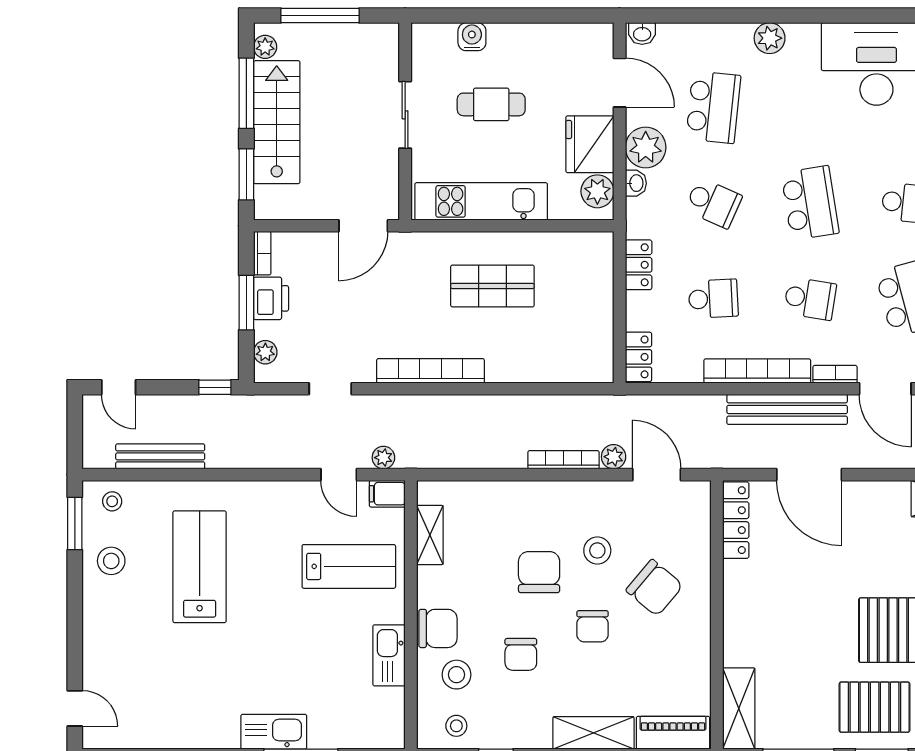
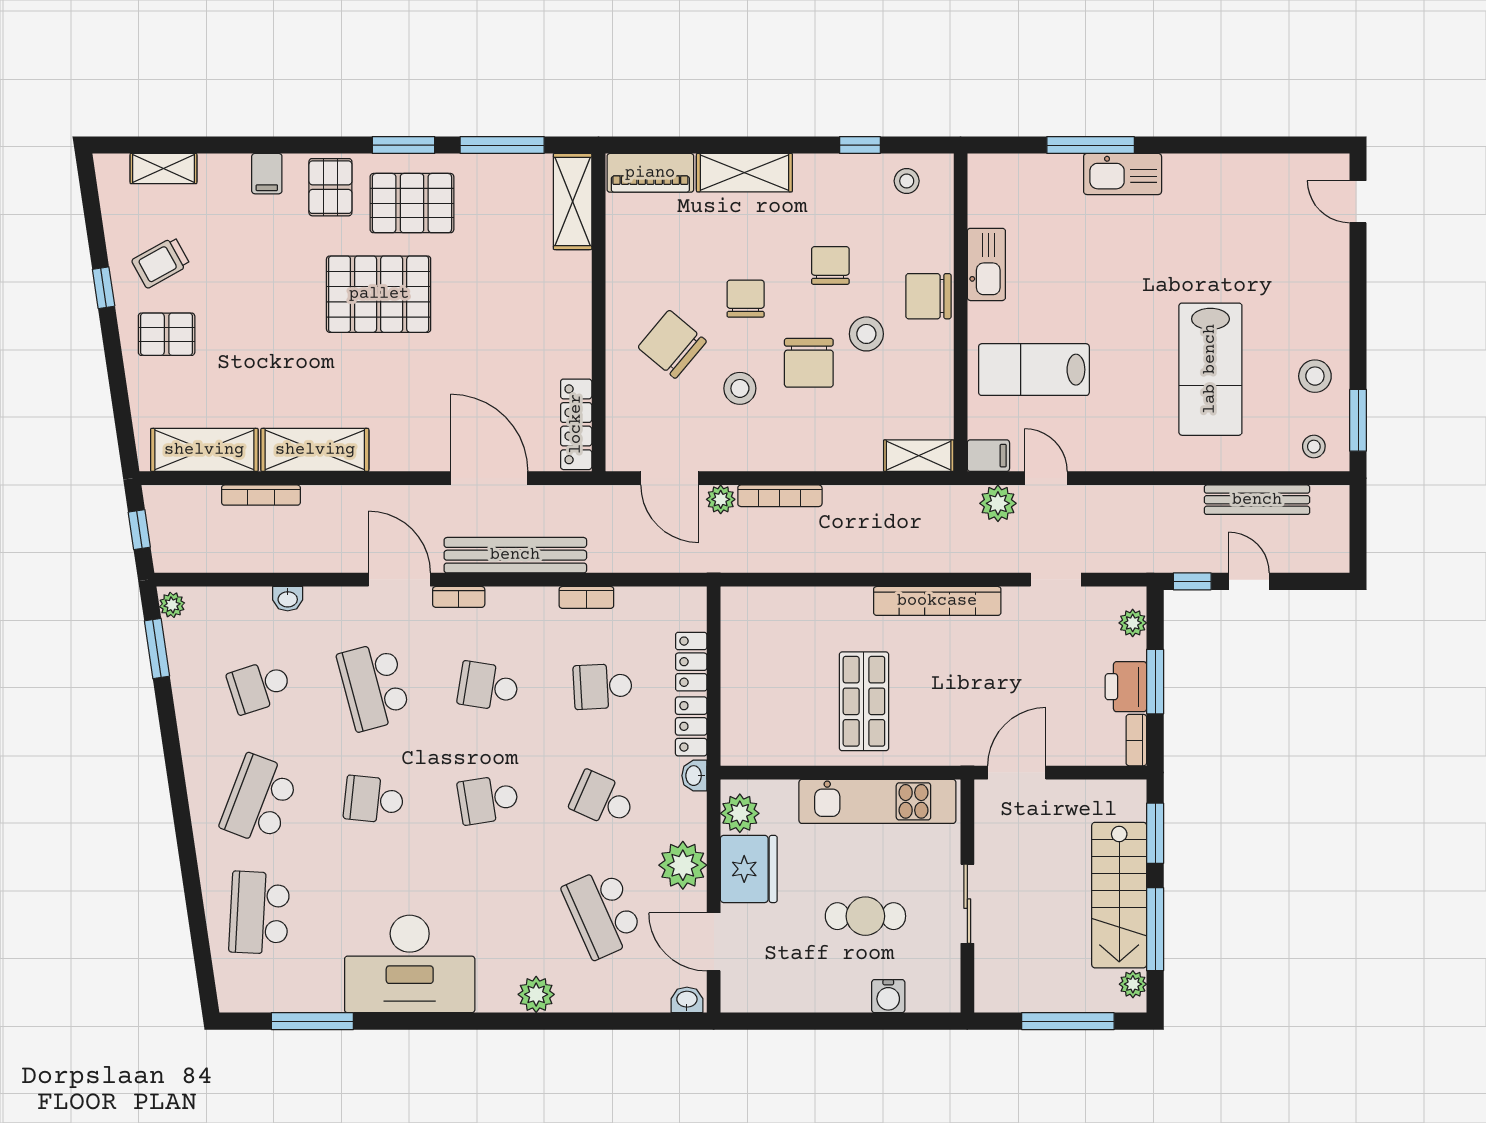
school desk: (713, 107) -> (603, 913), turned -30
washbasin: (636, 183) -> (694, 776), moved
school desk: (810, 203) -> (488, 800), width x0.54
shop shelf: (492, 286) -> (864, 701), turned 90
locker: (638, 357) -> (691, 662), moved
bookcase: (757, 371) -> (586, 597), width x0.43, depth x0.76
door: (119, 387) -> (1249, 581), moved
plant: (383, 458) -> (998, 503), width x1.38, depth x1.38
shelving: (430, 535) -> (919, 456), moved, turned 90
stool: (457, 675) -> (866, 334), moved

